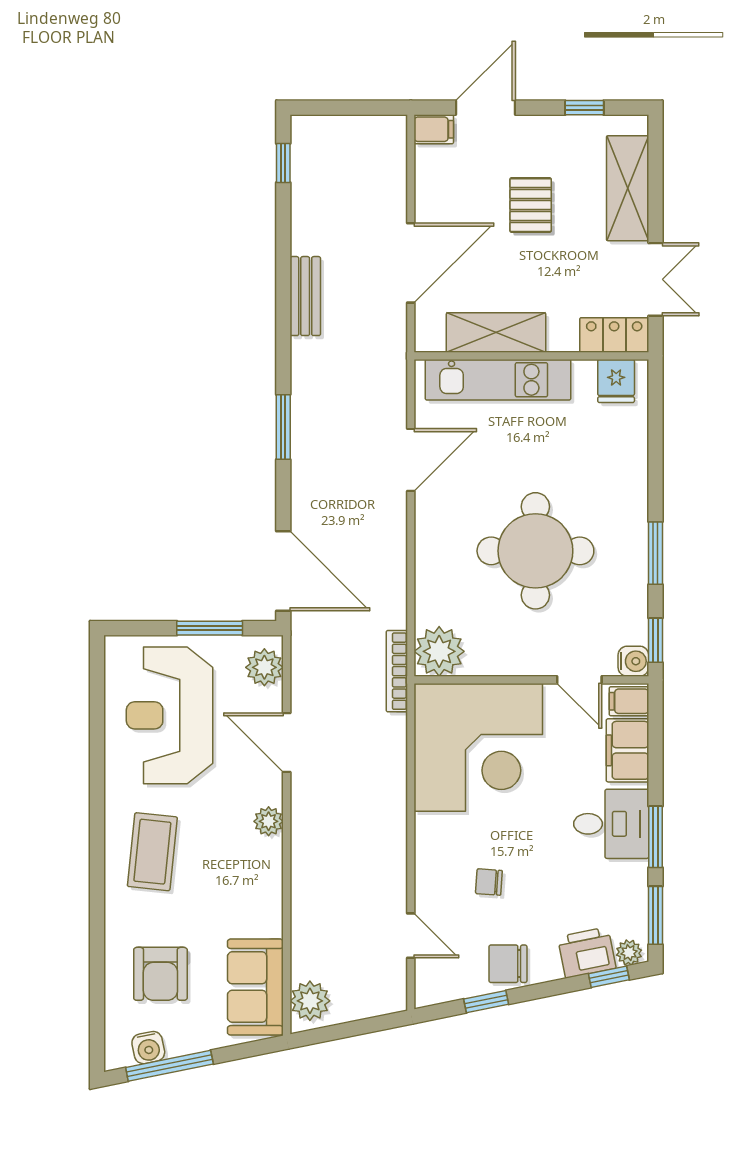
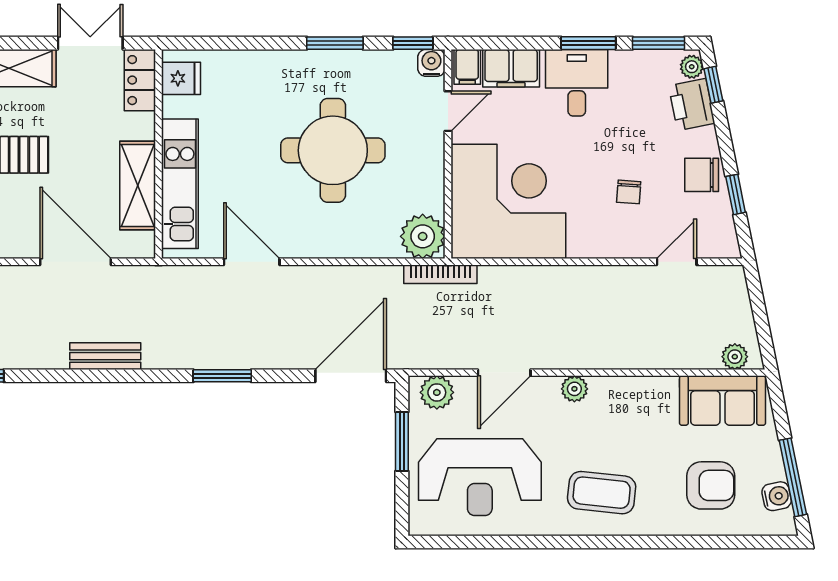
chair: (508, 964) -> (702, 175), turned 90
plant: (310, 1001) -> (735, 357), width x0.73, depth x0.73

